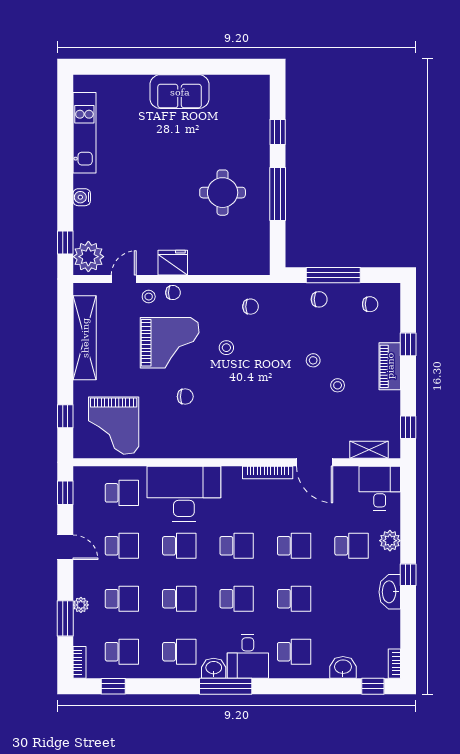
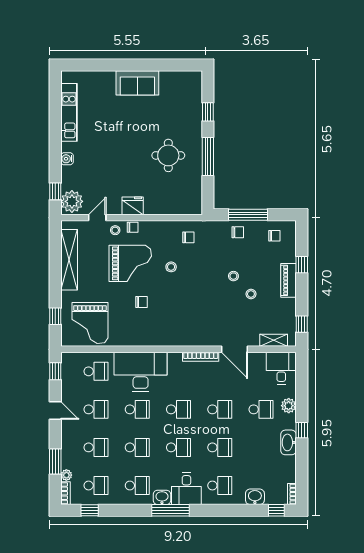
plant: (81, 605) -> (66, 475), moved

